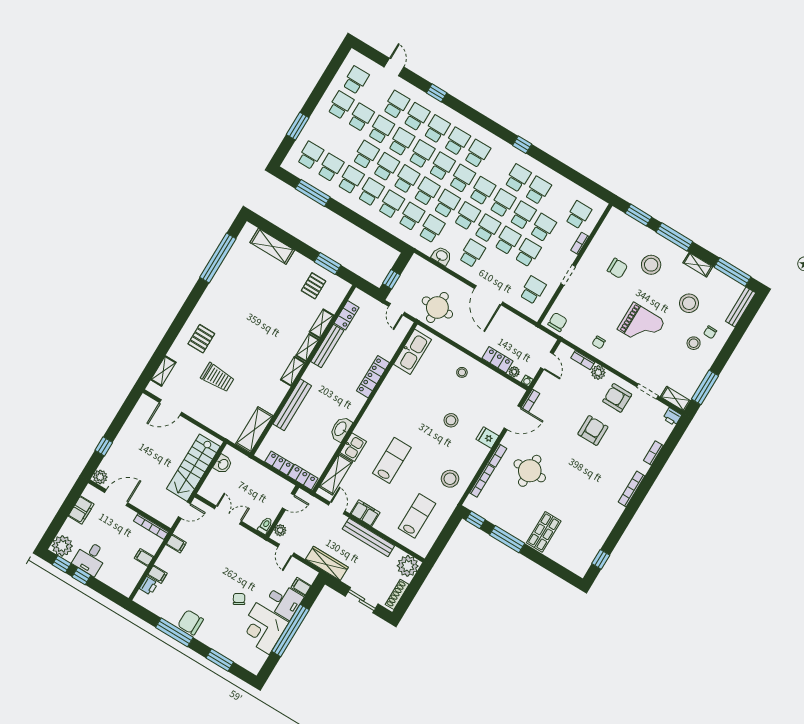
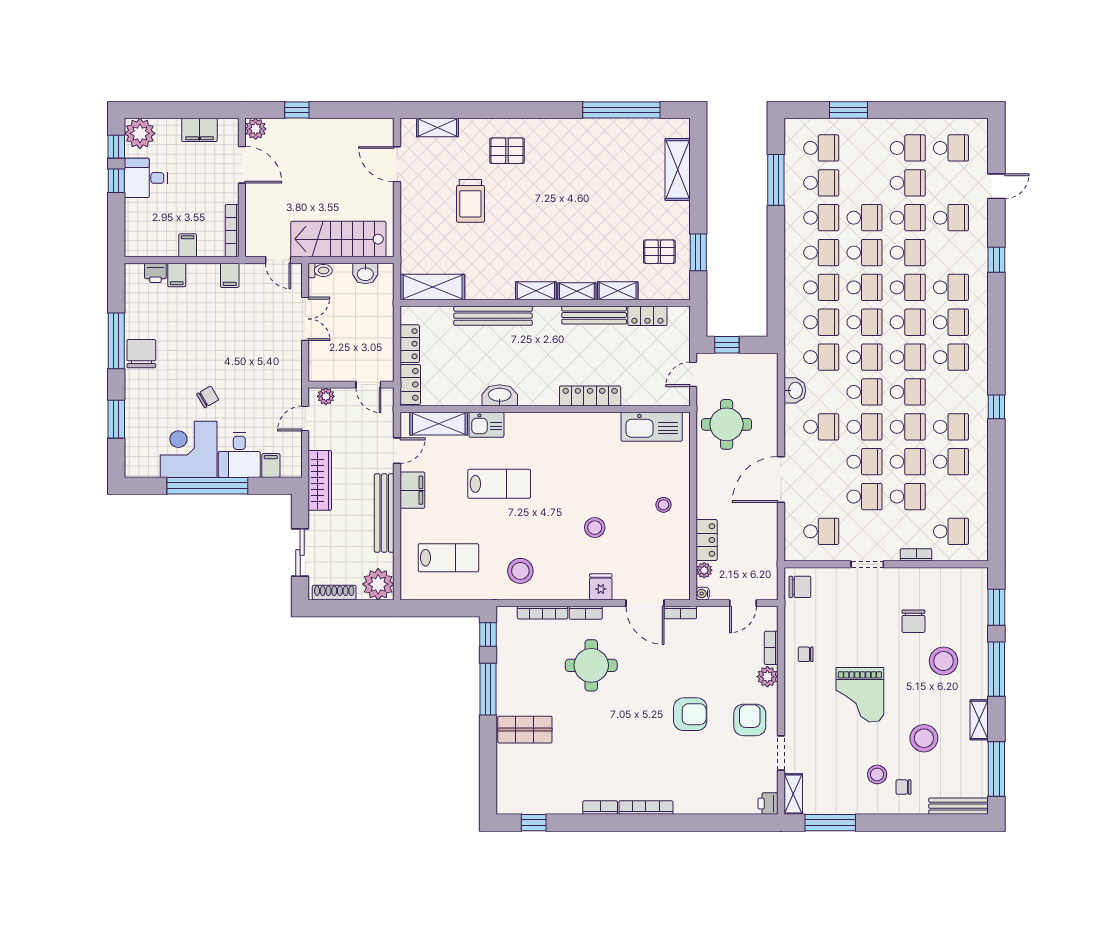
school desk: (417, 117) -> (951, 253), removed
bookcase: (653, 453) -> (600, 808), moved
toilet: (265, 526) -> (320, 270), moved

